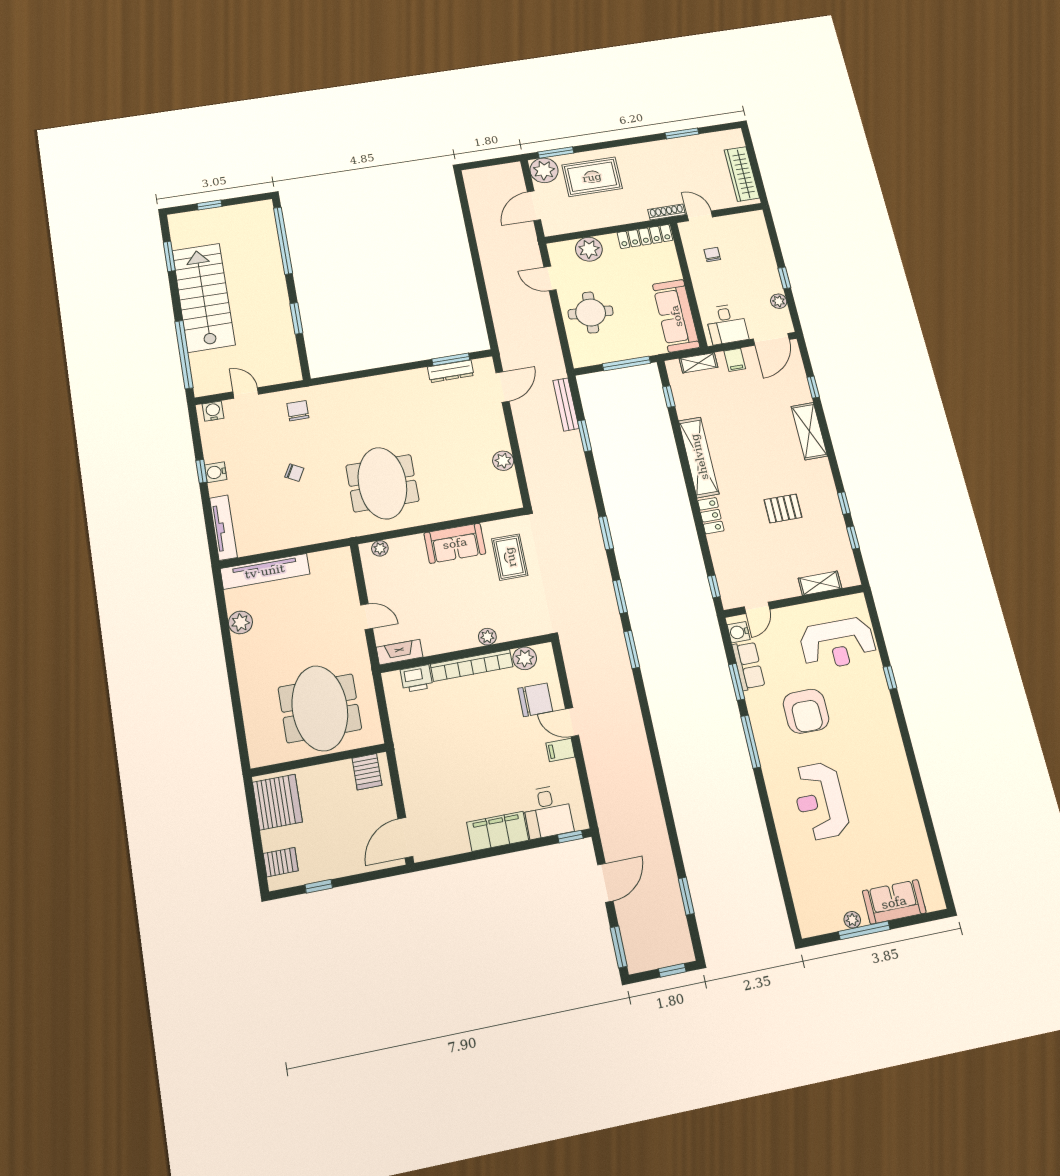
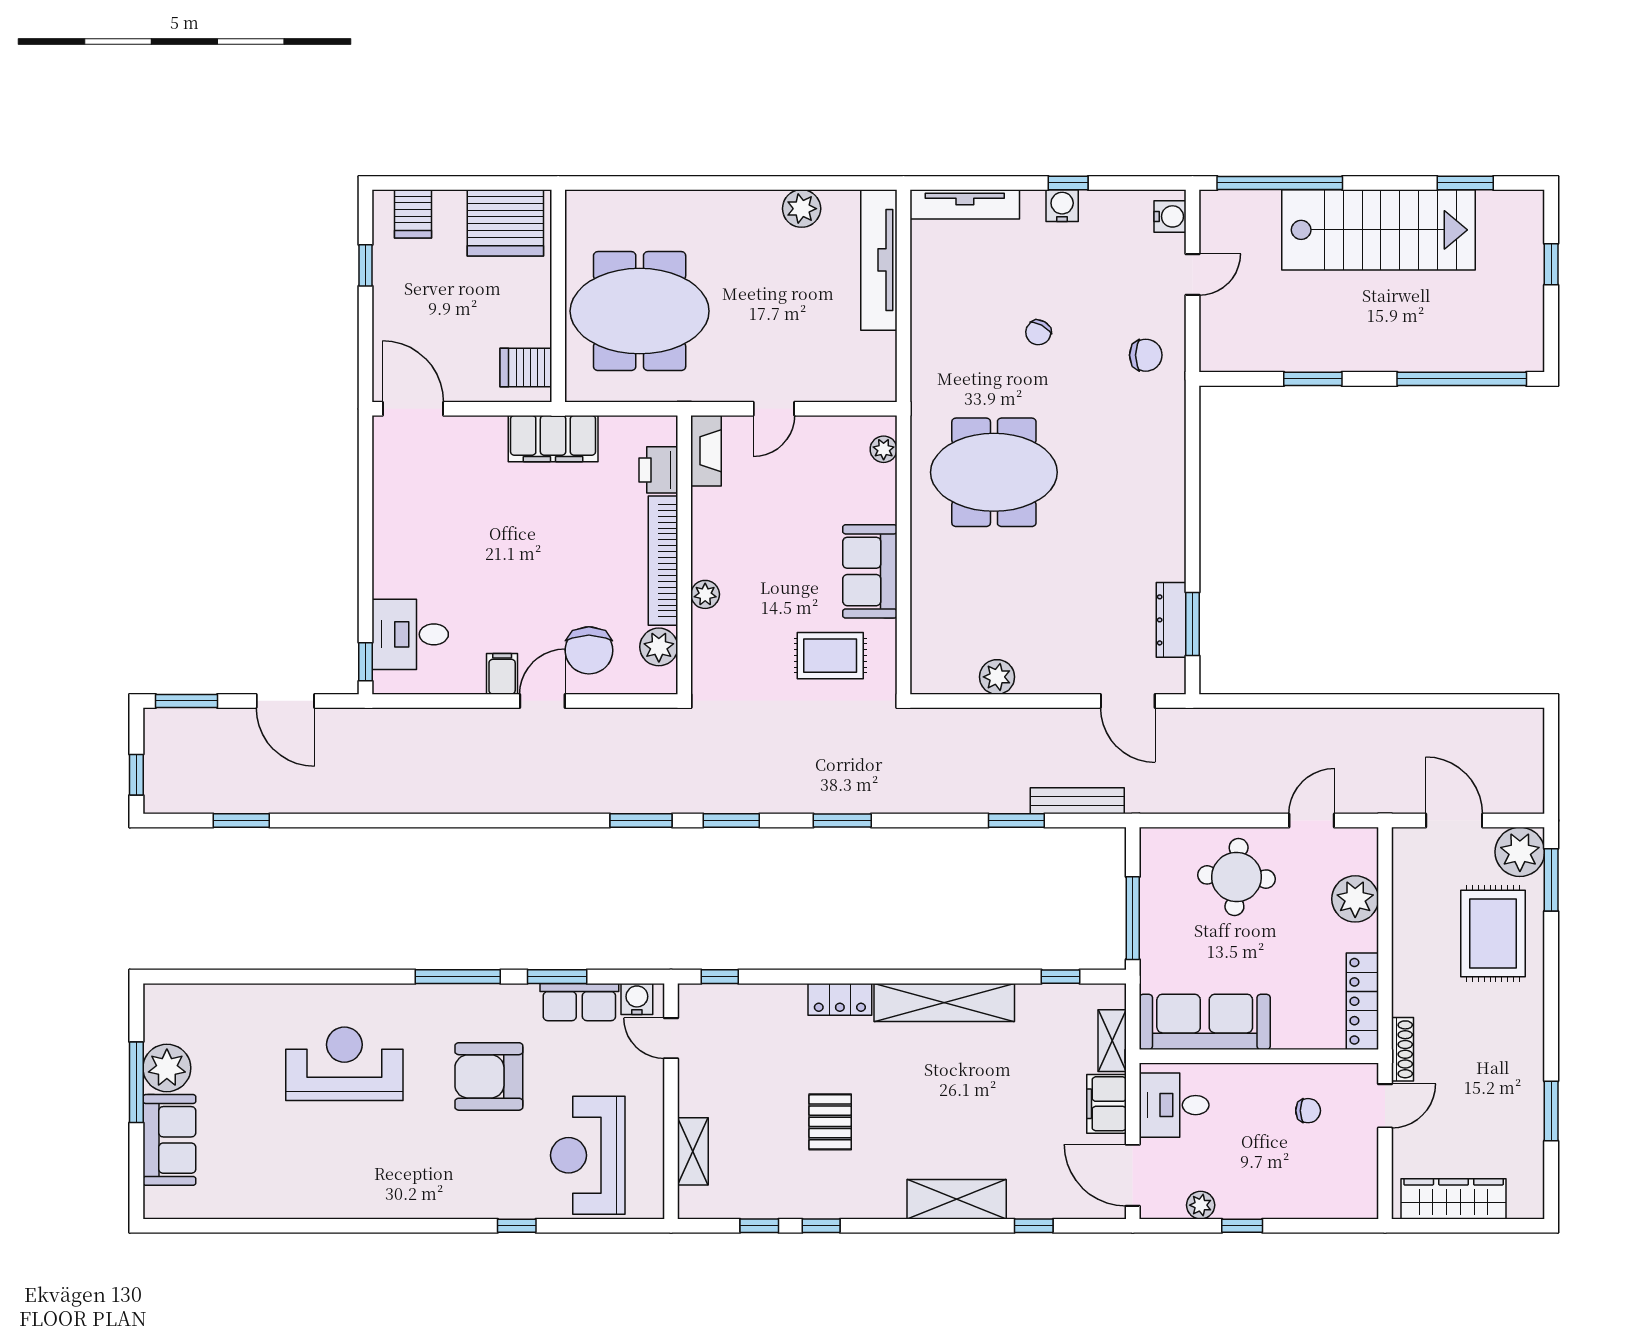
filing cabinet: (735, 360) -> (1106, 1104), width x2.00
filing cabinet: (498, 831) -> (553, 439), moved, turned 90
plant: (852, 920) -> (167, 1068), width x1.88, depth x1.88

